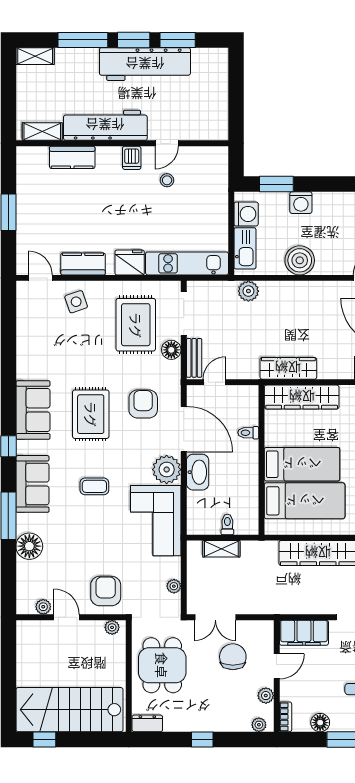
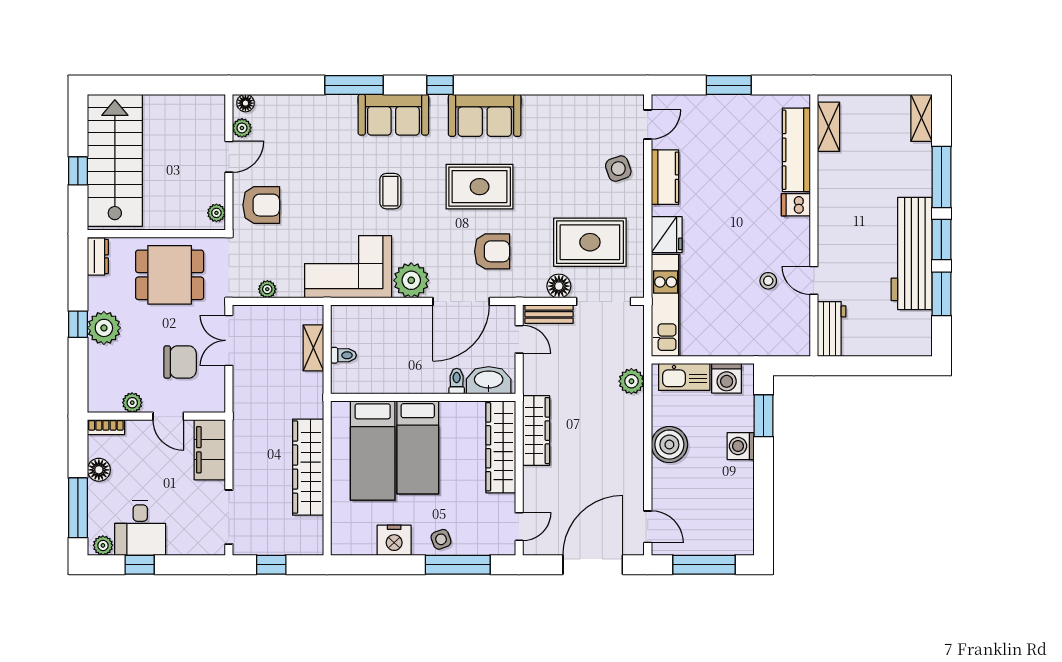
workbench: (105, 125) -> (832, 329), moved, width x0.53, depth x0.76
kitchen counter: (72, 157) -> (796, 150), width x1.50
dishwasher: (132, 158) -> (796, 205), moved
washbasin: (198, 472) -> (489, 380), moved, turned 180
floor lamp: (29, 546) -> (245, 103), moved, width x0.53, depth x0.53
plant: (259, 725) -> (104, 328), moved, width x1.88, depth x1.88
window: (44, 740) -> (78, 171), moved

